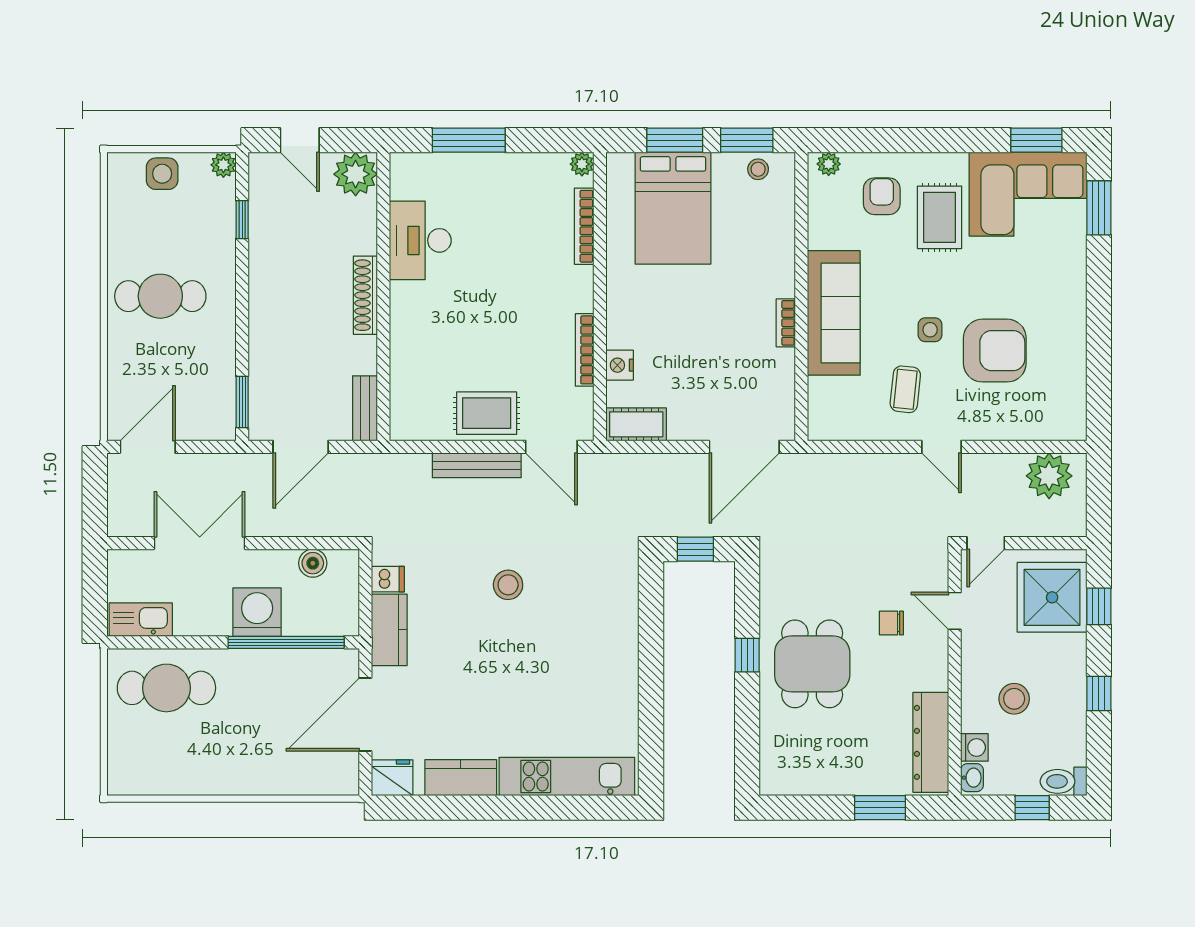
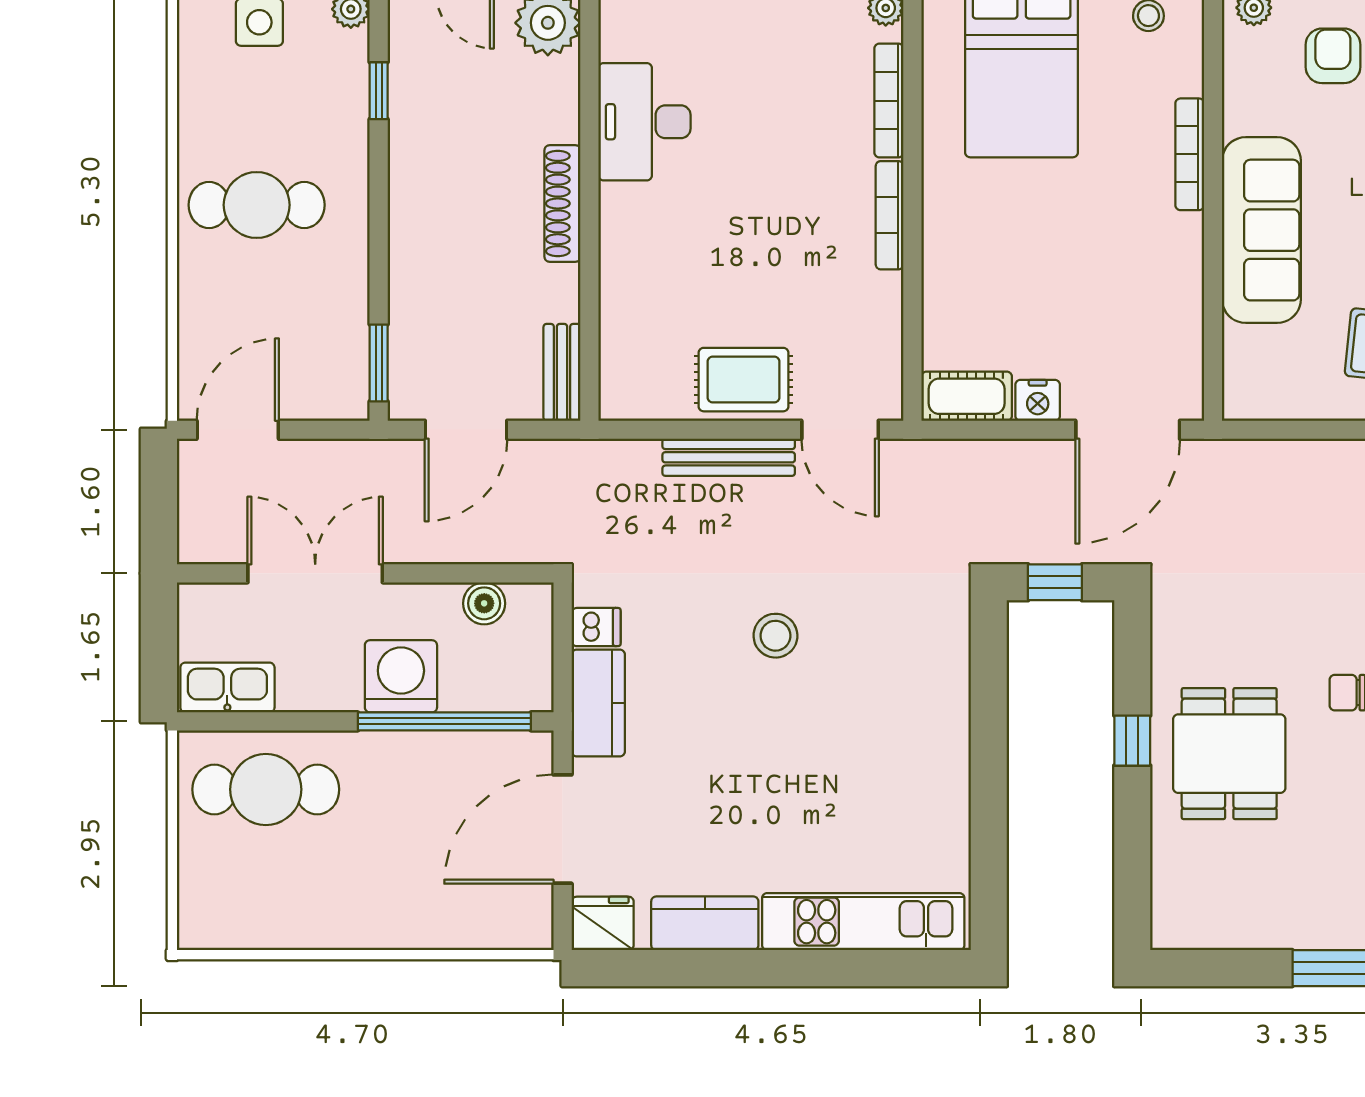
bookcase: (786, 323) -> (1190, 154), moved, width x1.56
bookcase: (585, 350) -> (890, 215), moved
nightstand: (620, 365) -> (1038, 400), moved, turned -90

